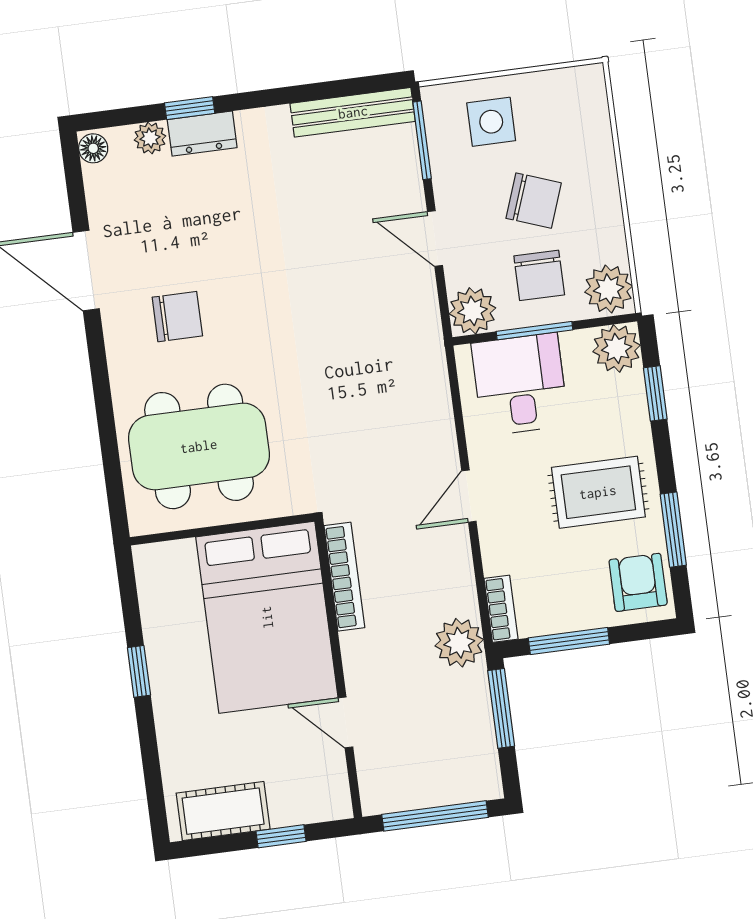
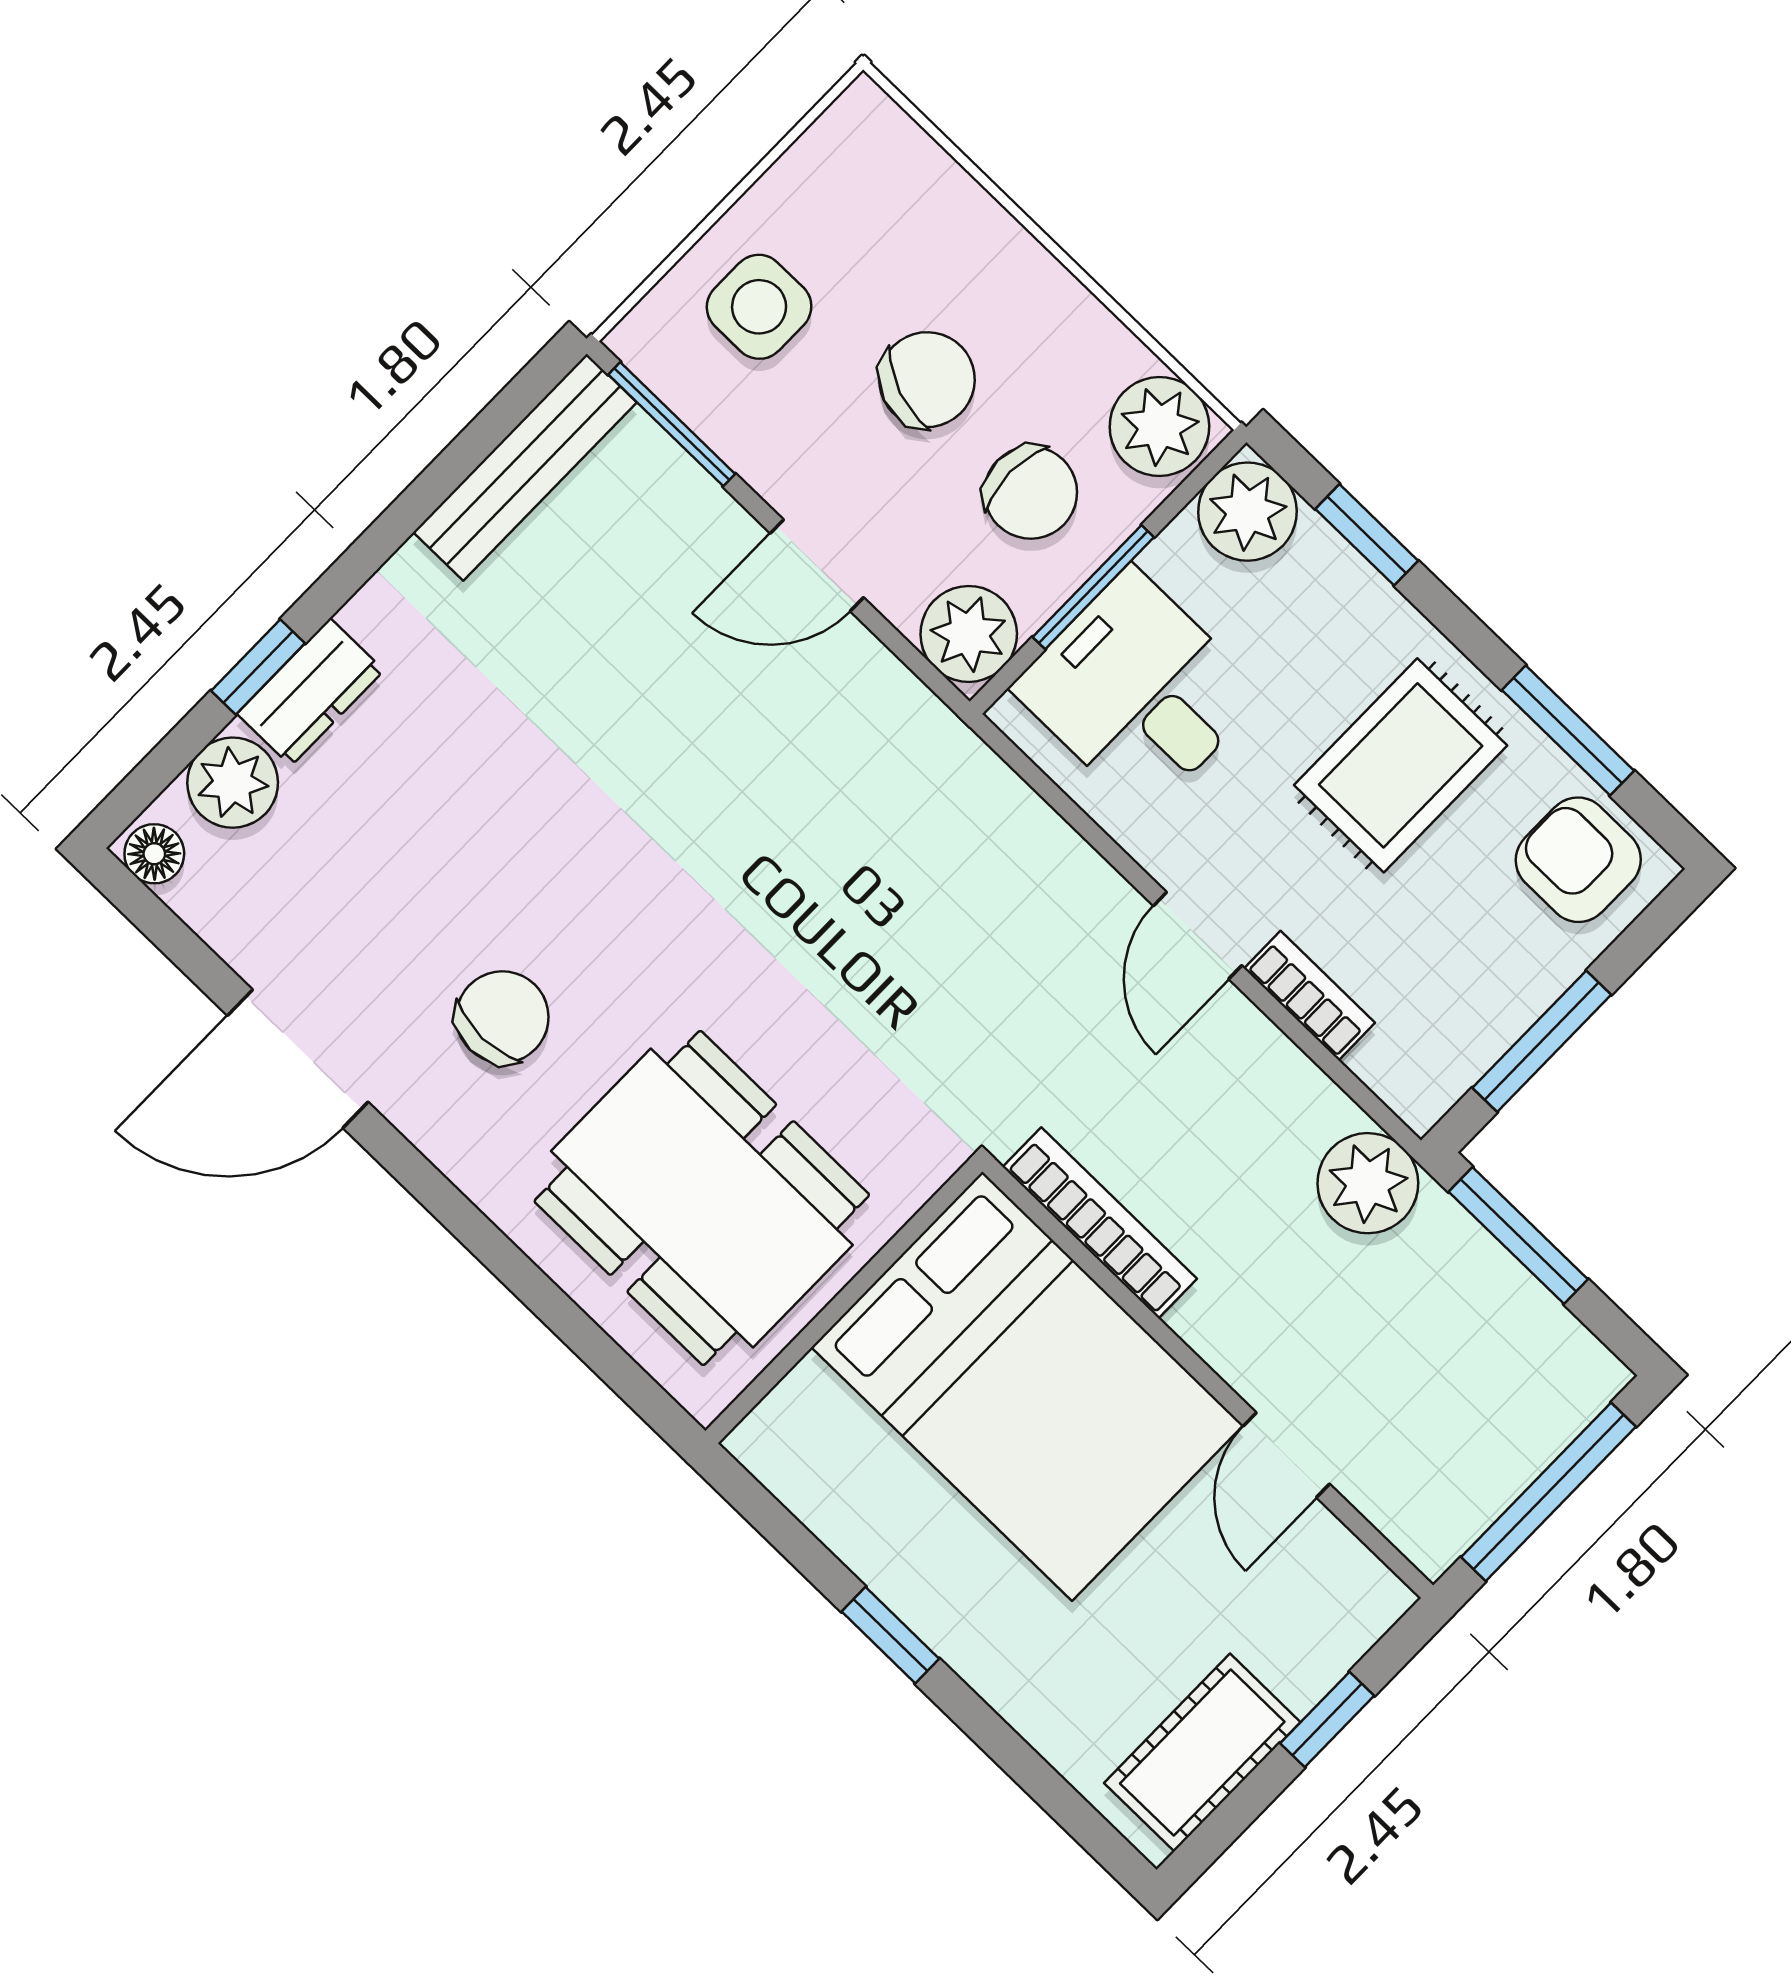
plant: (150, 138) -> (233, 783), width x1.38, depth x1.38
dining table: (199, 446) -> (702, 1198), turned 90
bookcase: (501, 609) -> (1309, 996), moved
door: (346, 722) -> (1286, 1455), hinge flipped

